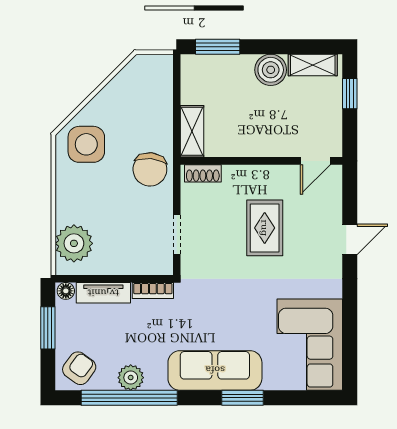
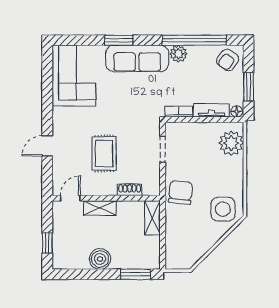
shelving: (313, 65) -> (100, 208), moved
shoe rack: (203, 173) -> (130, 190), moved
plant: (131, 378) -> (178, 54), moved

